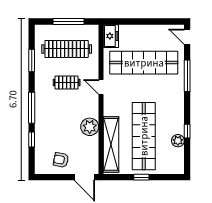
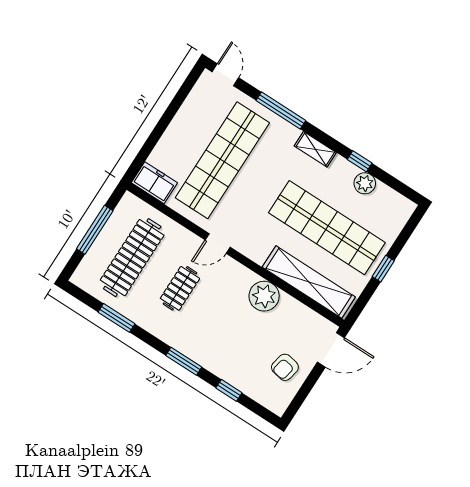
door: (187, 37) -> (225, 75), swing flipped
shelving: (179, 105) -> (315, 149), added
window: (32, 108) -> (184, 361), width x0.69

